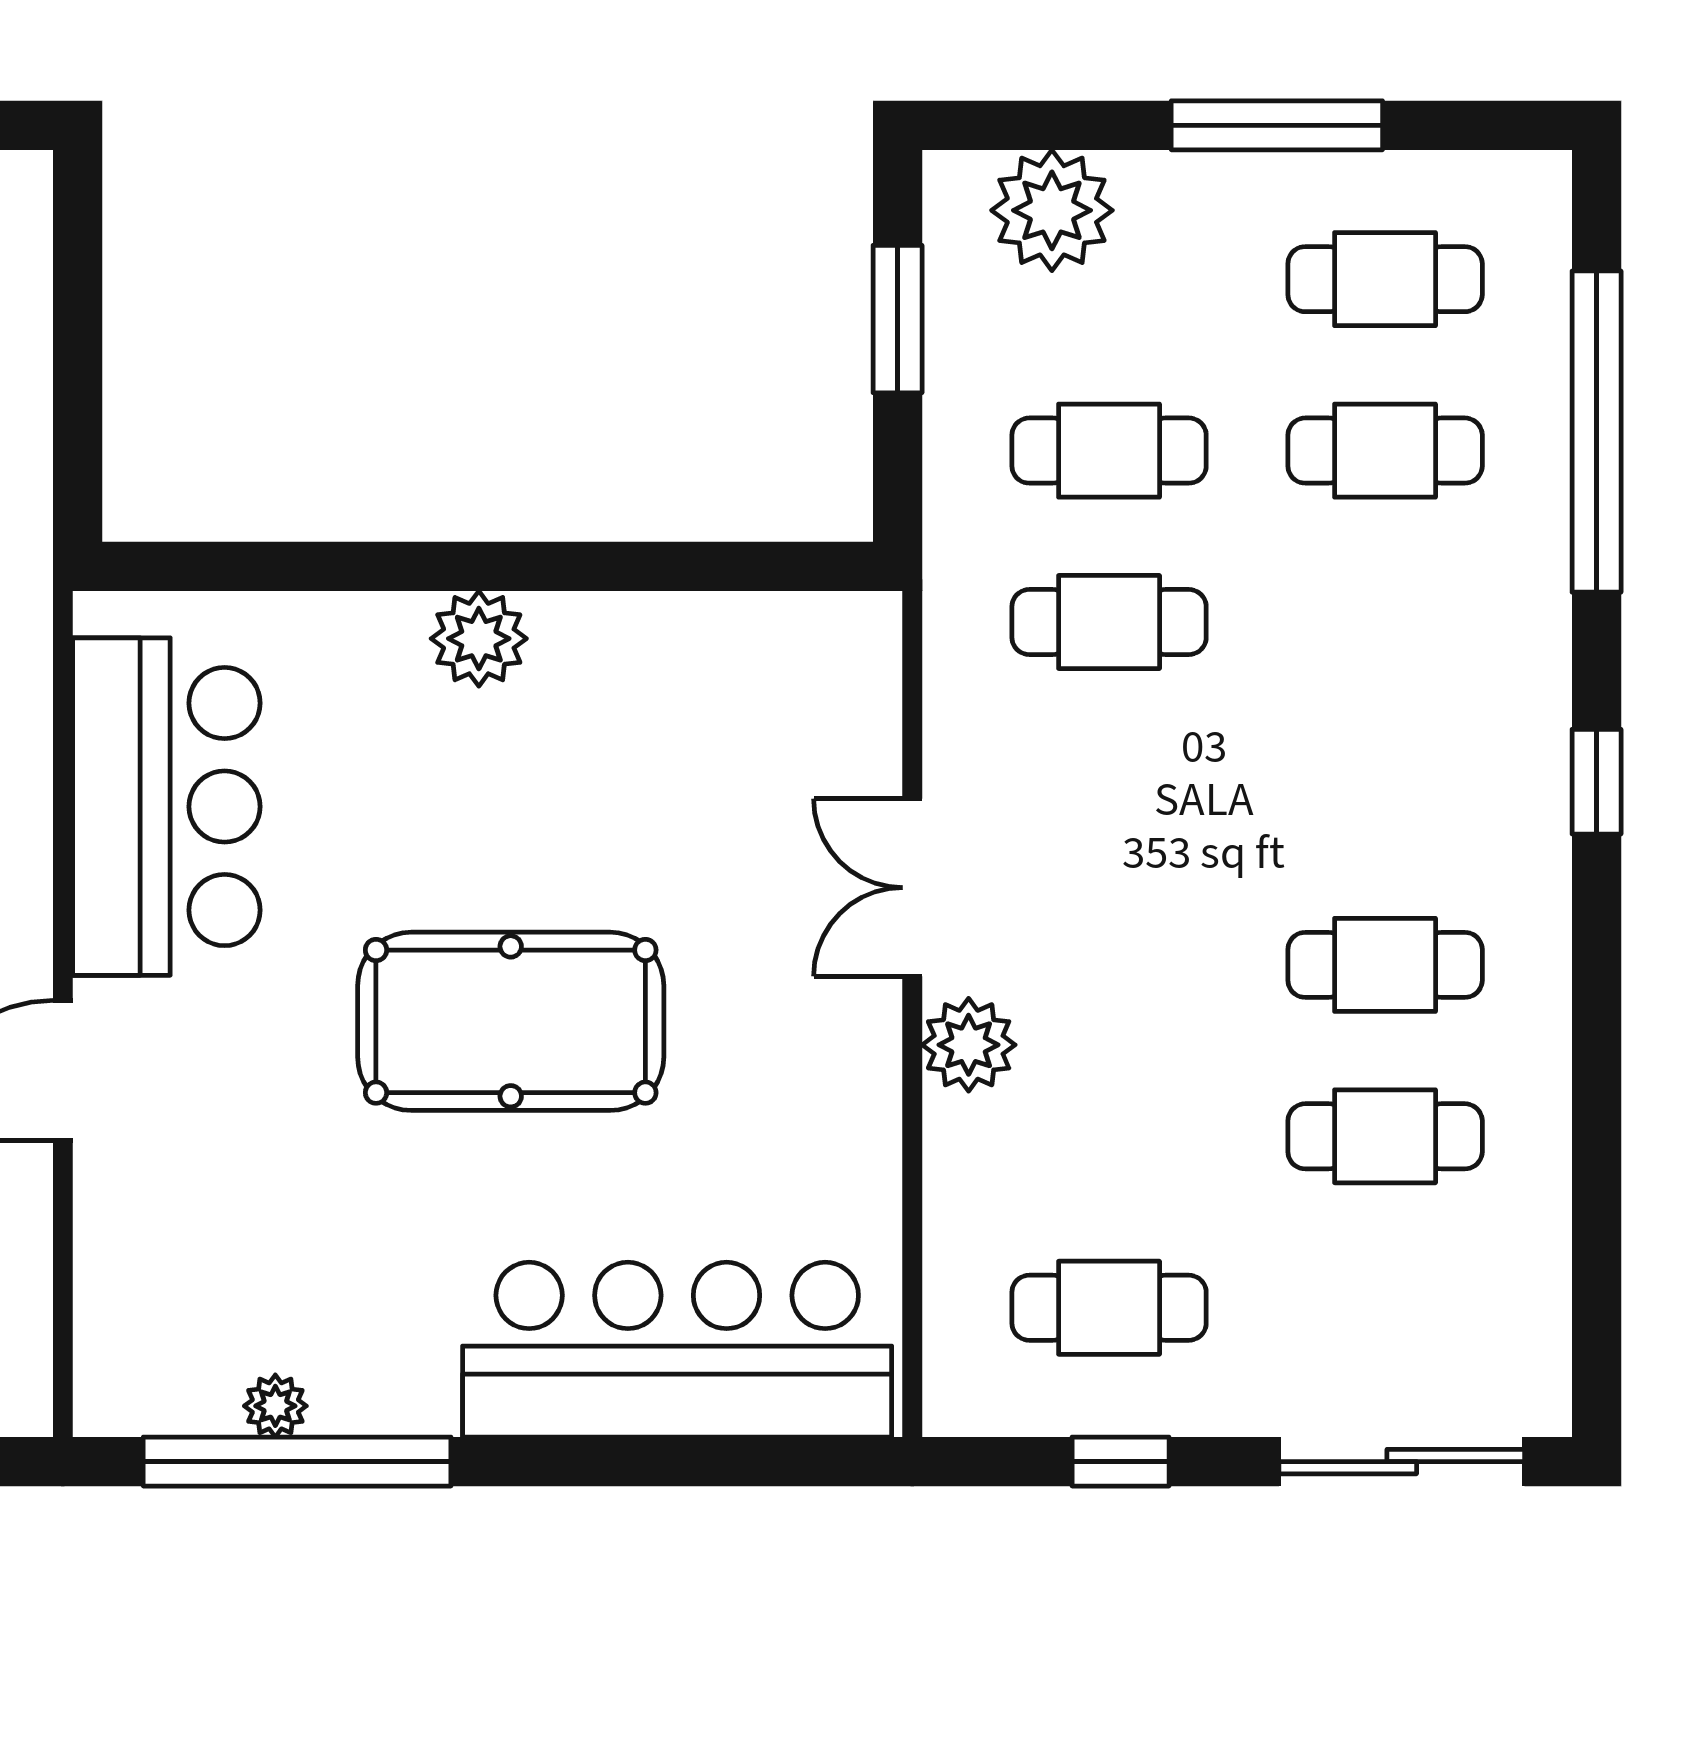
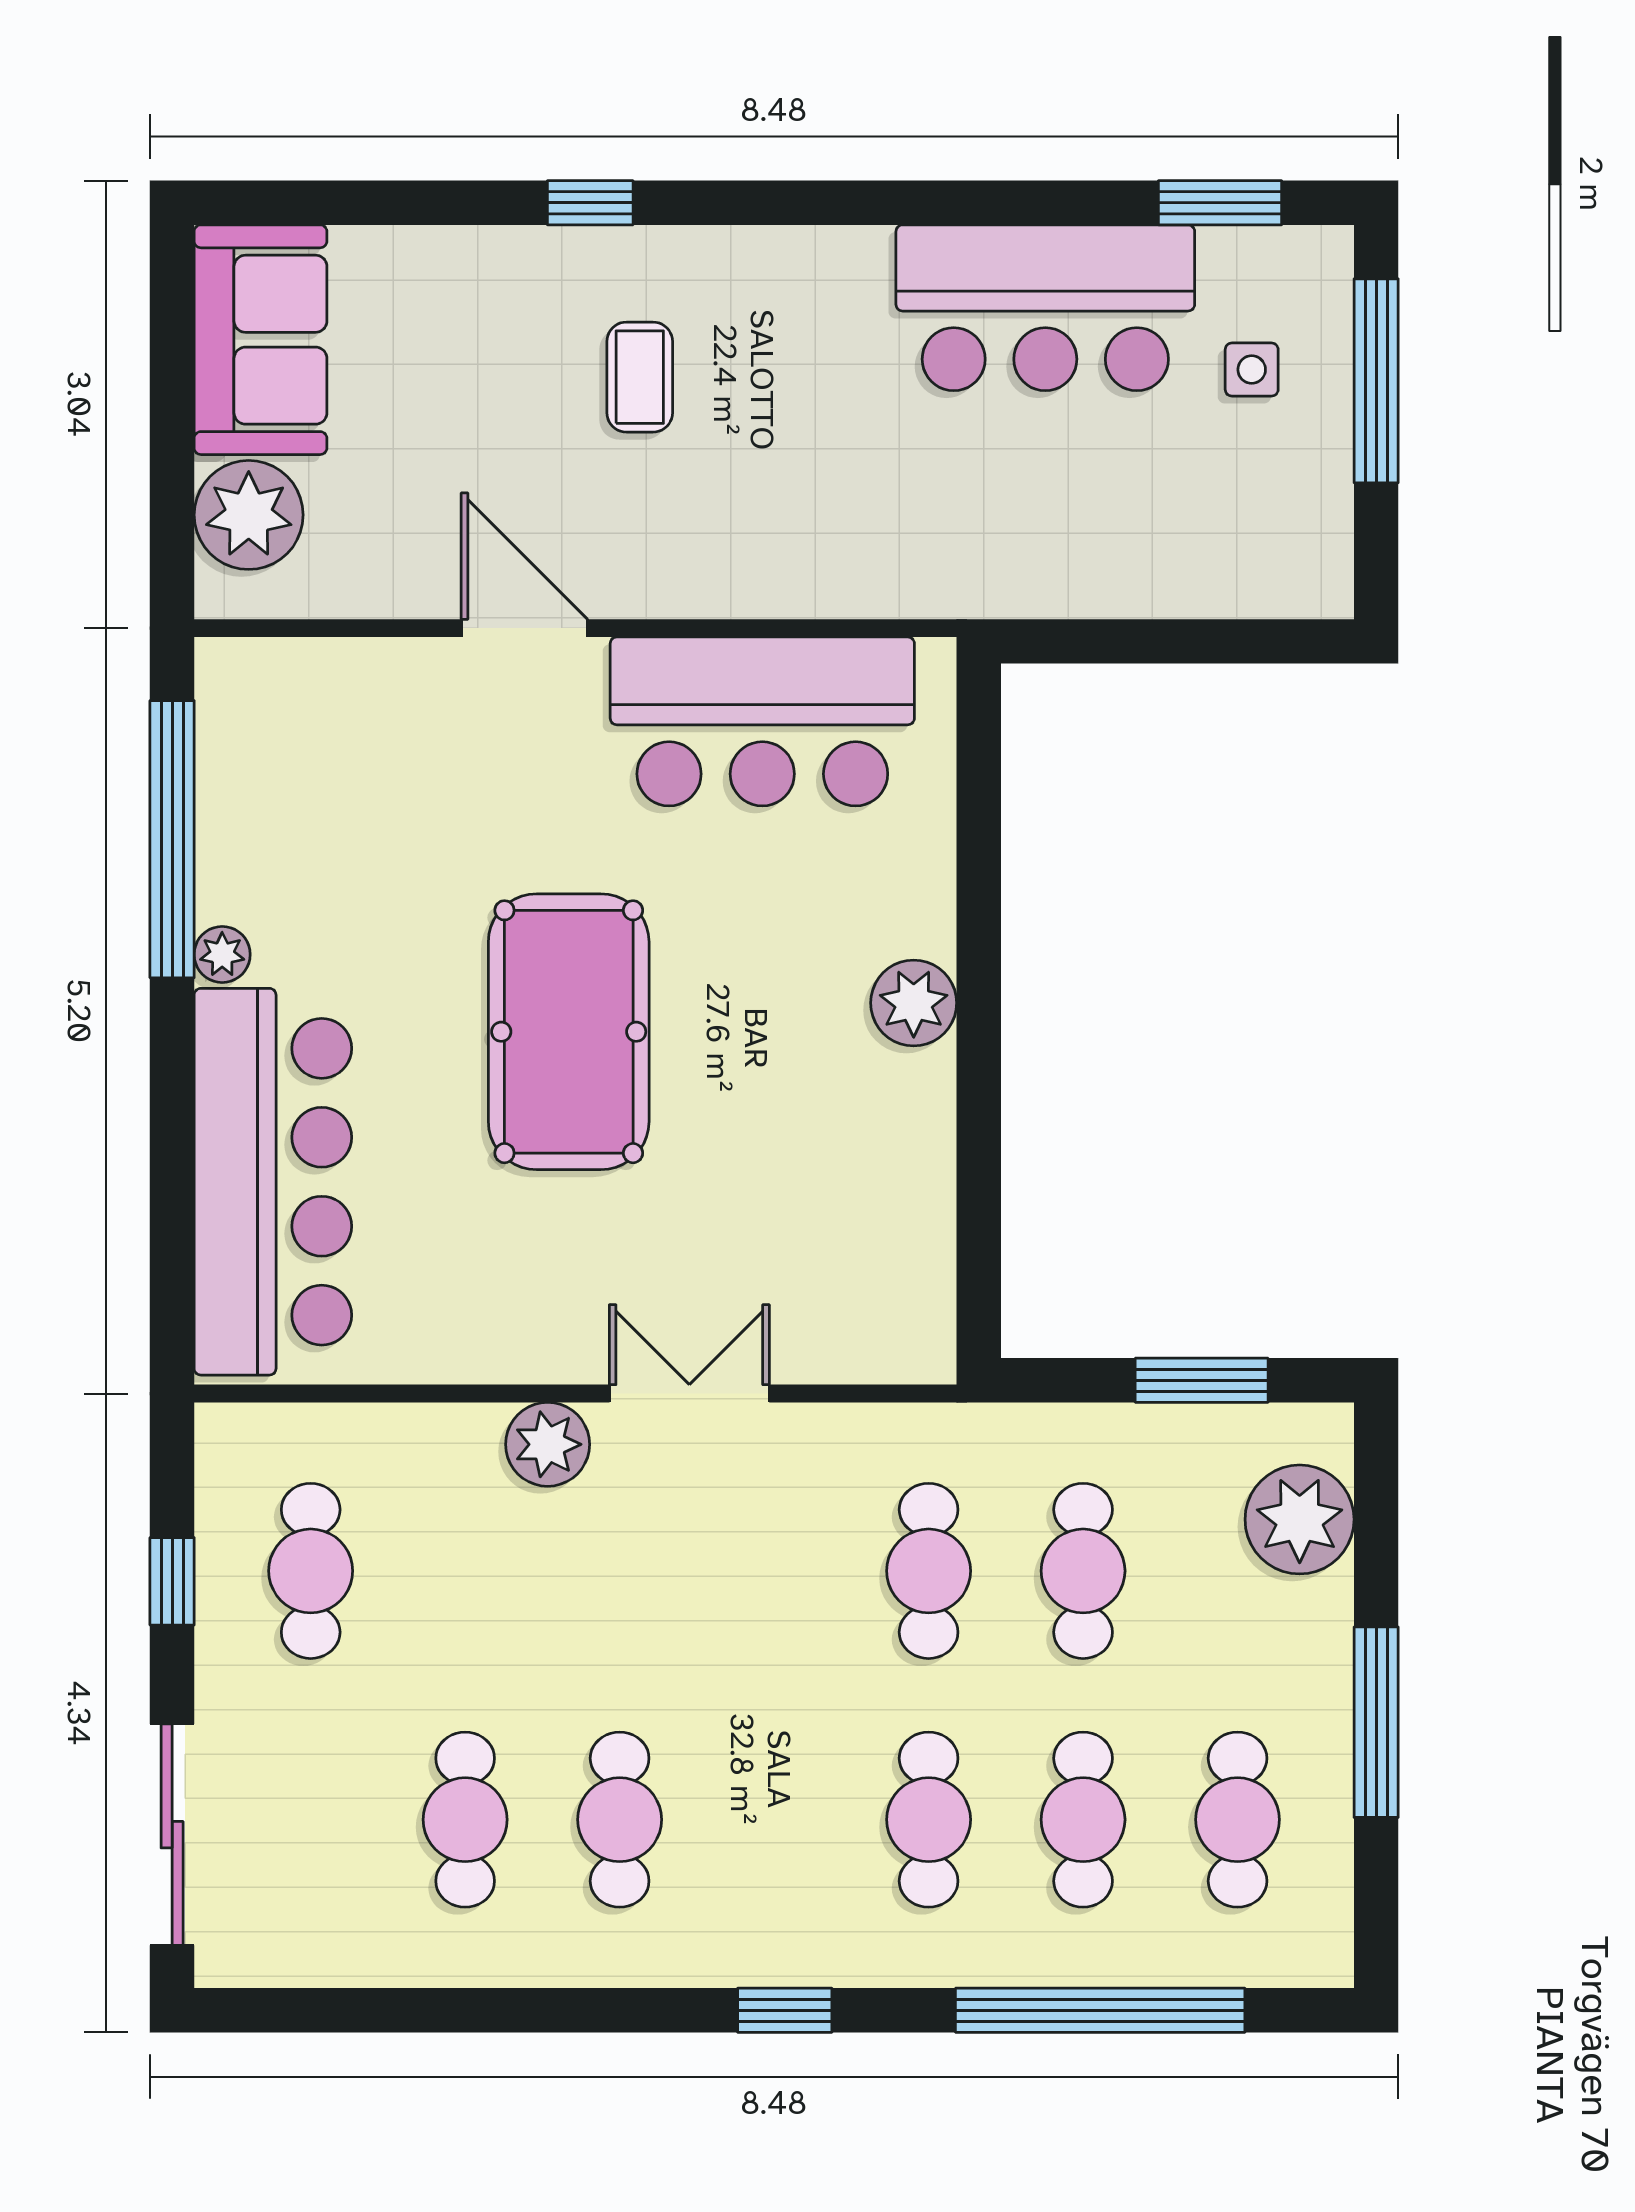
cafe table: (1385, 622) -> (929, 1820), added
plant: (275, 1406) -> (222, 954), moved

